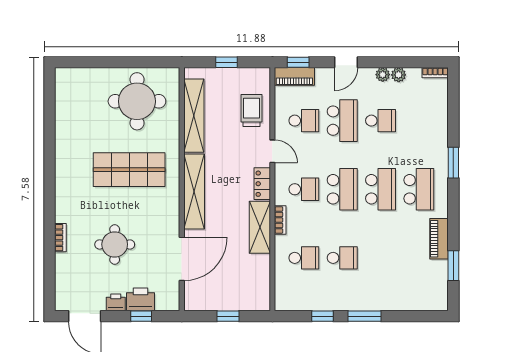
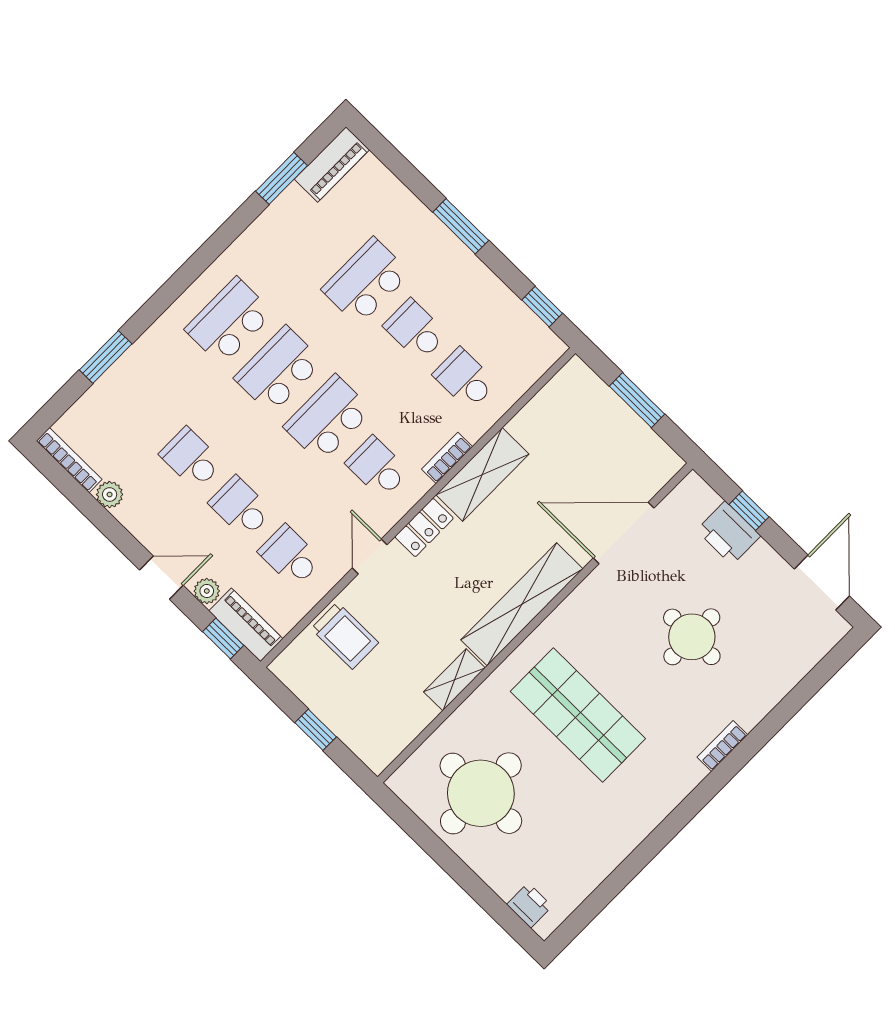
bookcase: (435, 73) -> (69, 460), width x1.56
plant: (383, 75) -> (207, 591), moved
trolley: (252, 110) -> (345, 636), turned -90
shelving: (194, 116) -> (454, 680), width x0.45, depth x0.75
school desk: (342, 121) -> (241, 507), width x0.54
window: (453, 163) -> (106, 357), moved
bookcase: (60, 238) -> (722, 746), moved
piano: (439, 239) -> (332, 164), moved
school desk: (381, 258) -> (366, 281), added
printer: (116, 302) -> (529, 905), moved, turned 180
window: (228, 316) -> (637, 400), width x1.50
window: (323, 316) -> (542, 307), moved

